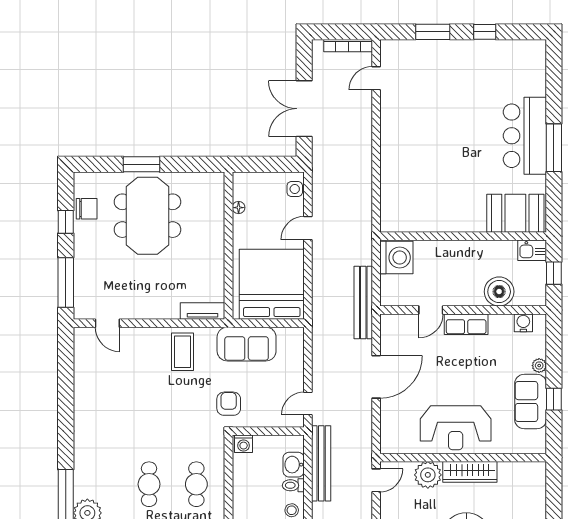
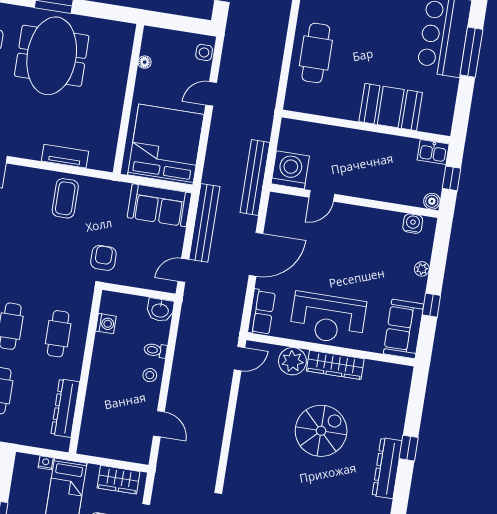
cafe table: (403, 172) -> (316, 53), added
booth: (515, 213) -> (391, 107), moved
washing machine: (396, 257) -> (290, 170), moved, turned -90
boiler: (499, 292) -> (432, 201), moved, width x0.54, depth x0.54
tv unit: (203, 311) -> (65, 156), moved
row of seats: (466, 324) -> (262, 312), moved, turned -90
sofa: (247, 344) -> (159, 205), moved
sofa: (531, 402) -> (404, 329), moved
washing machine: (244, 444) -> (106, 324), moved, turned -90
bench: (321, 463) -> (204, 223), moved
washbasin: (294, 465) -> (160, 310), moved, turned -90

